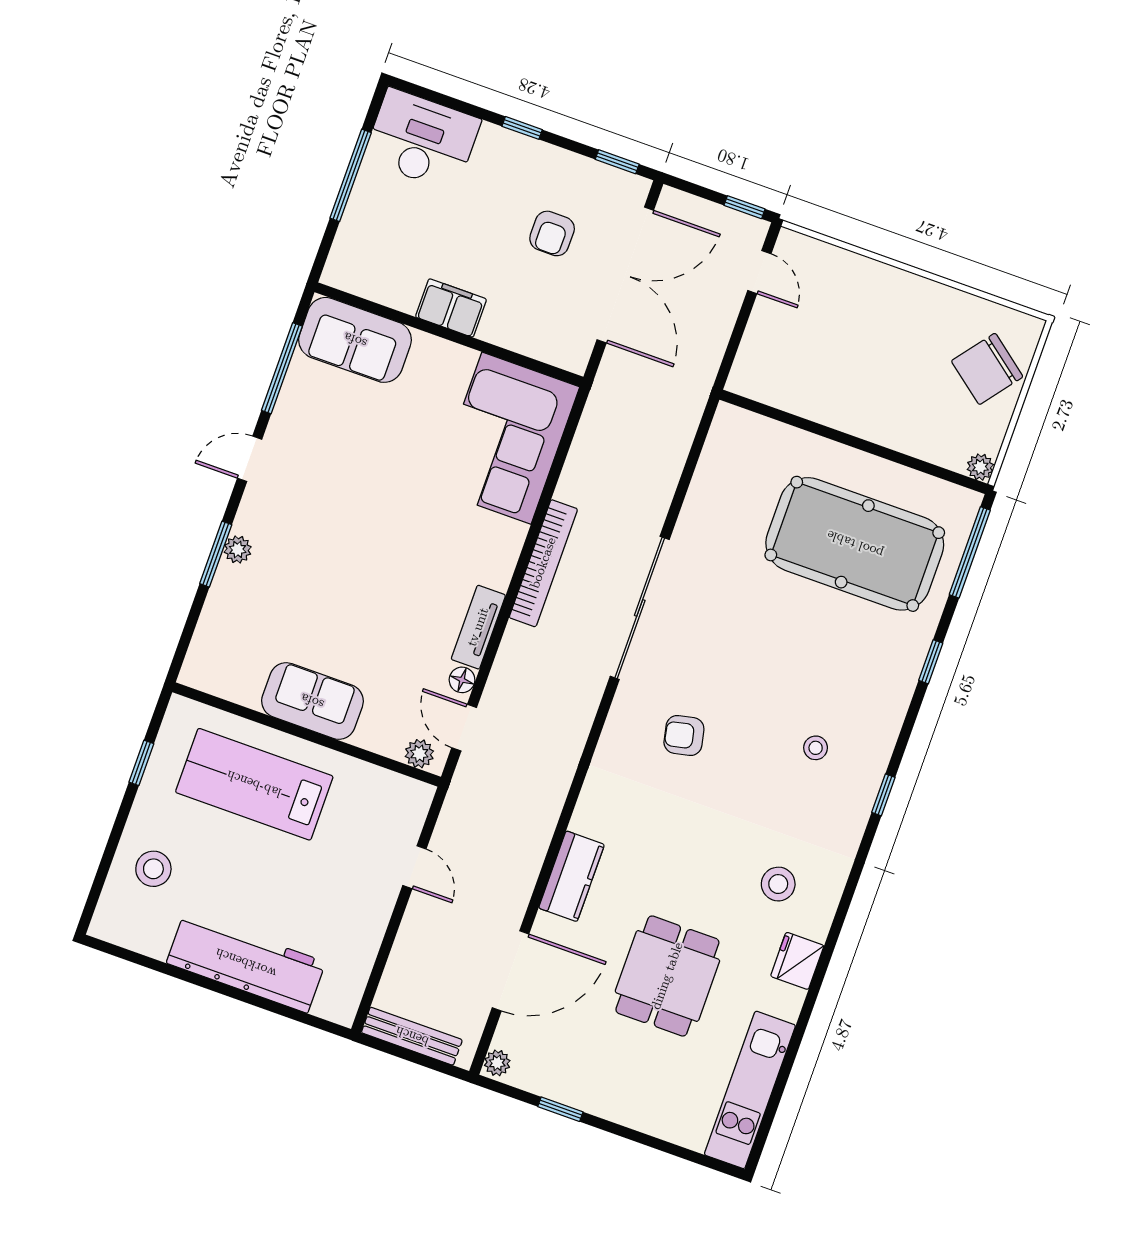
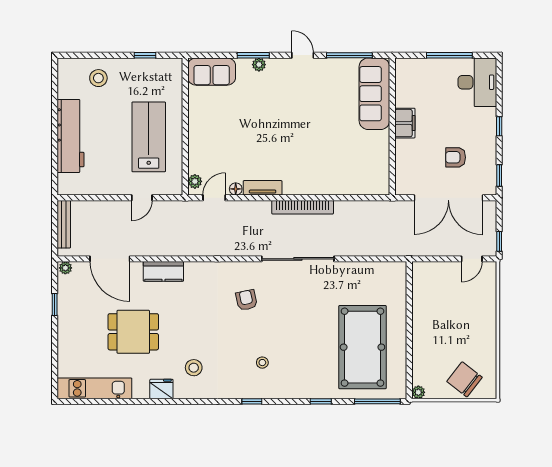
sofa: (355, 340) -> (374, 94), width x1.36
corner sofa: (506, 438) -> (354, 170), removed
sofa: (312, 701) -> (212, 72), moved, turned 90
lab bench: (254, 784) -> (149, 137), moved

